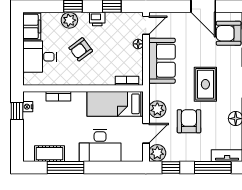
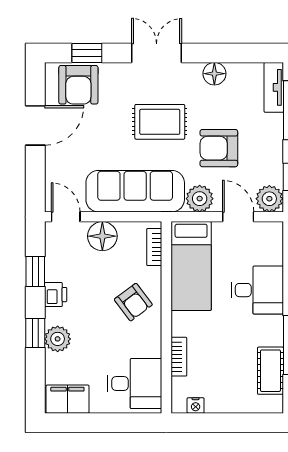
floor lamp: (138, 44) -> (102, 236), width x1.89, depth x1.89
armchair: (81, 49) -> (133, 302), moved
desk: (40, 57) -> (135, 384), moved, turned -90
sofa: (162, 61) -> (135, 191), width x1.36
window: (17, 111) -> (203, 423), removed
desk: (100, 145) -> (257, 290), width x0.73

